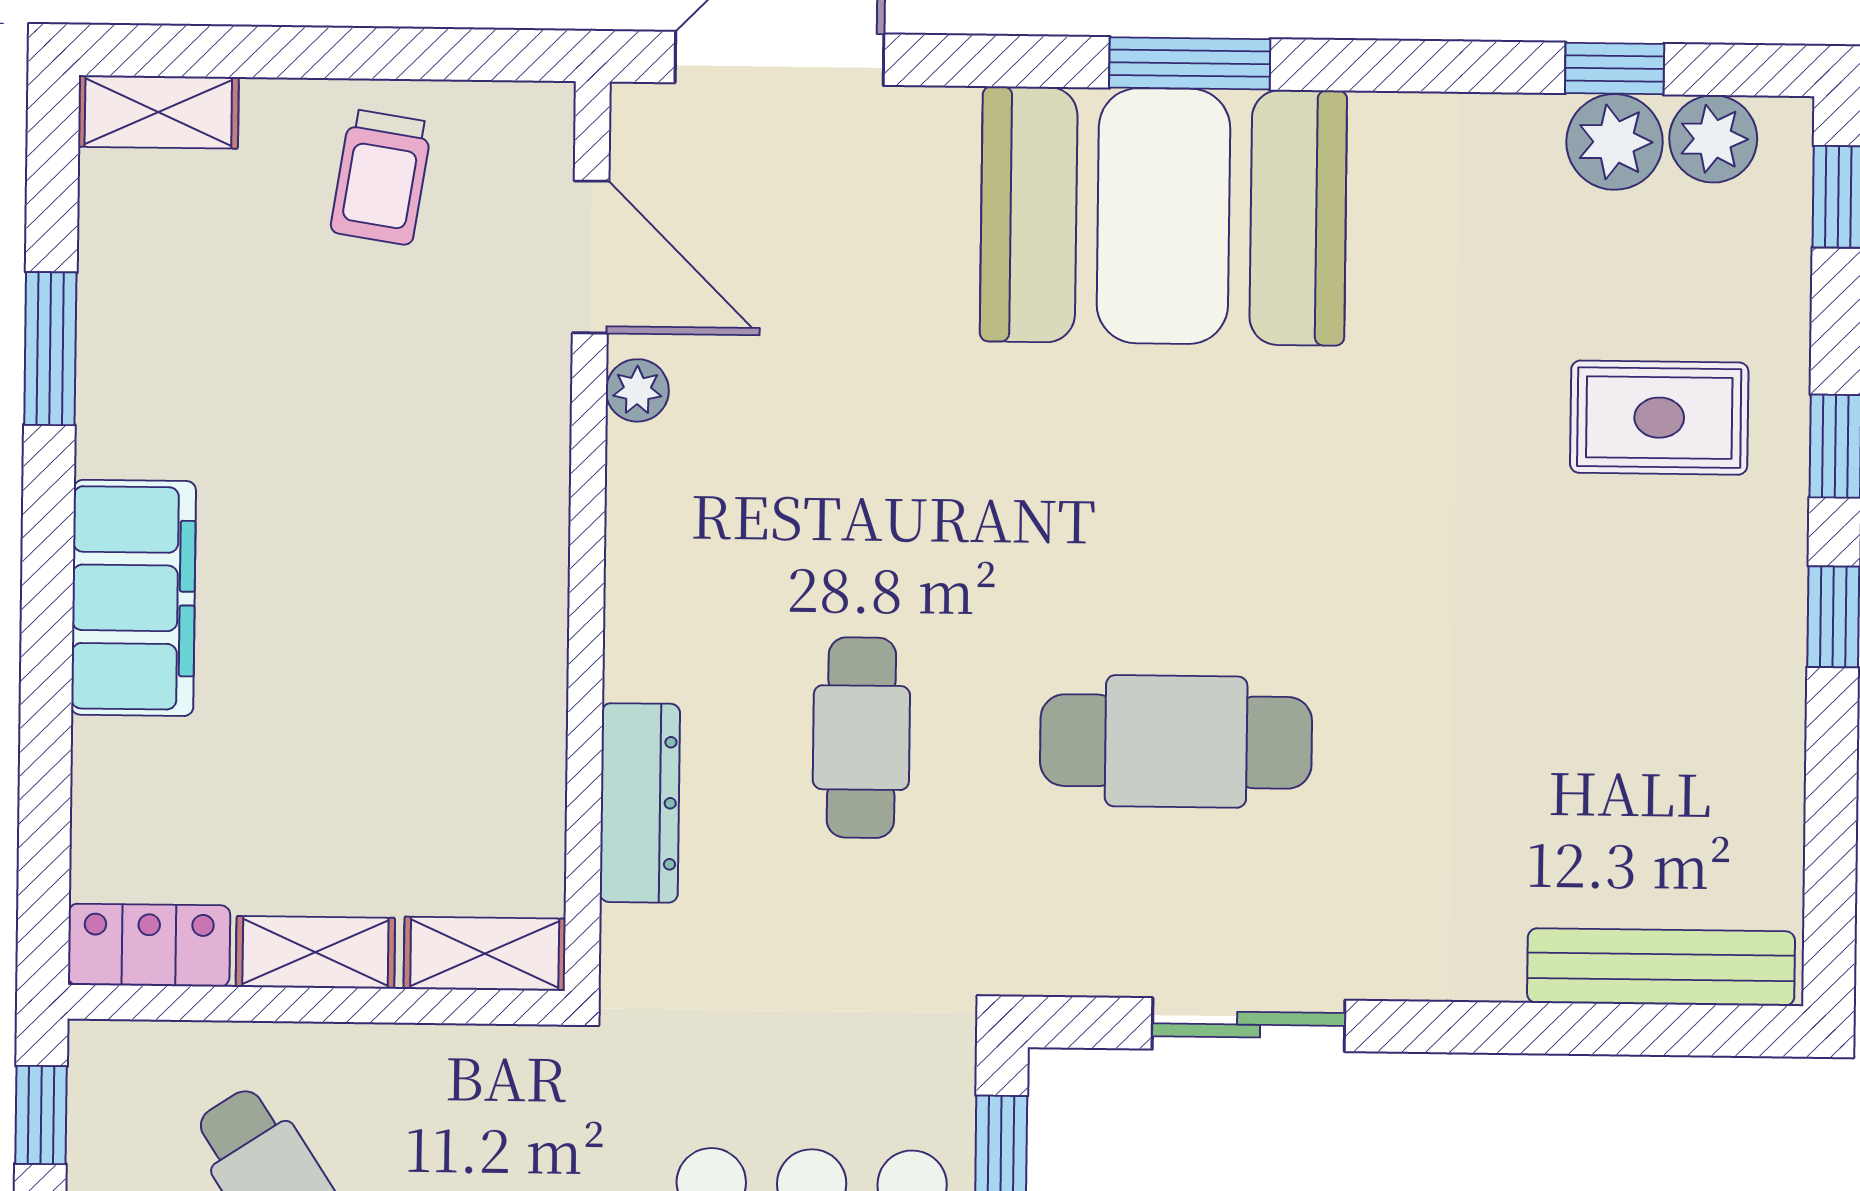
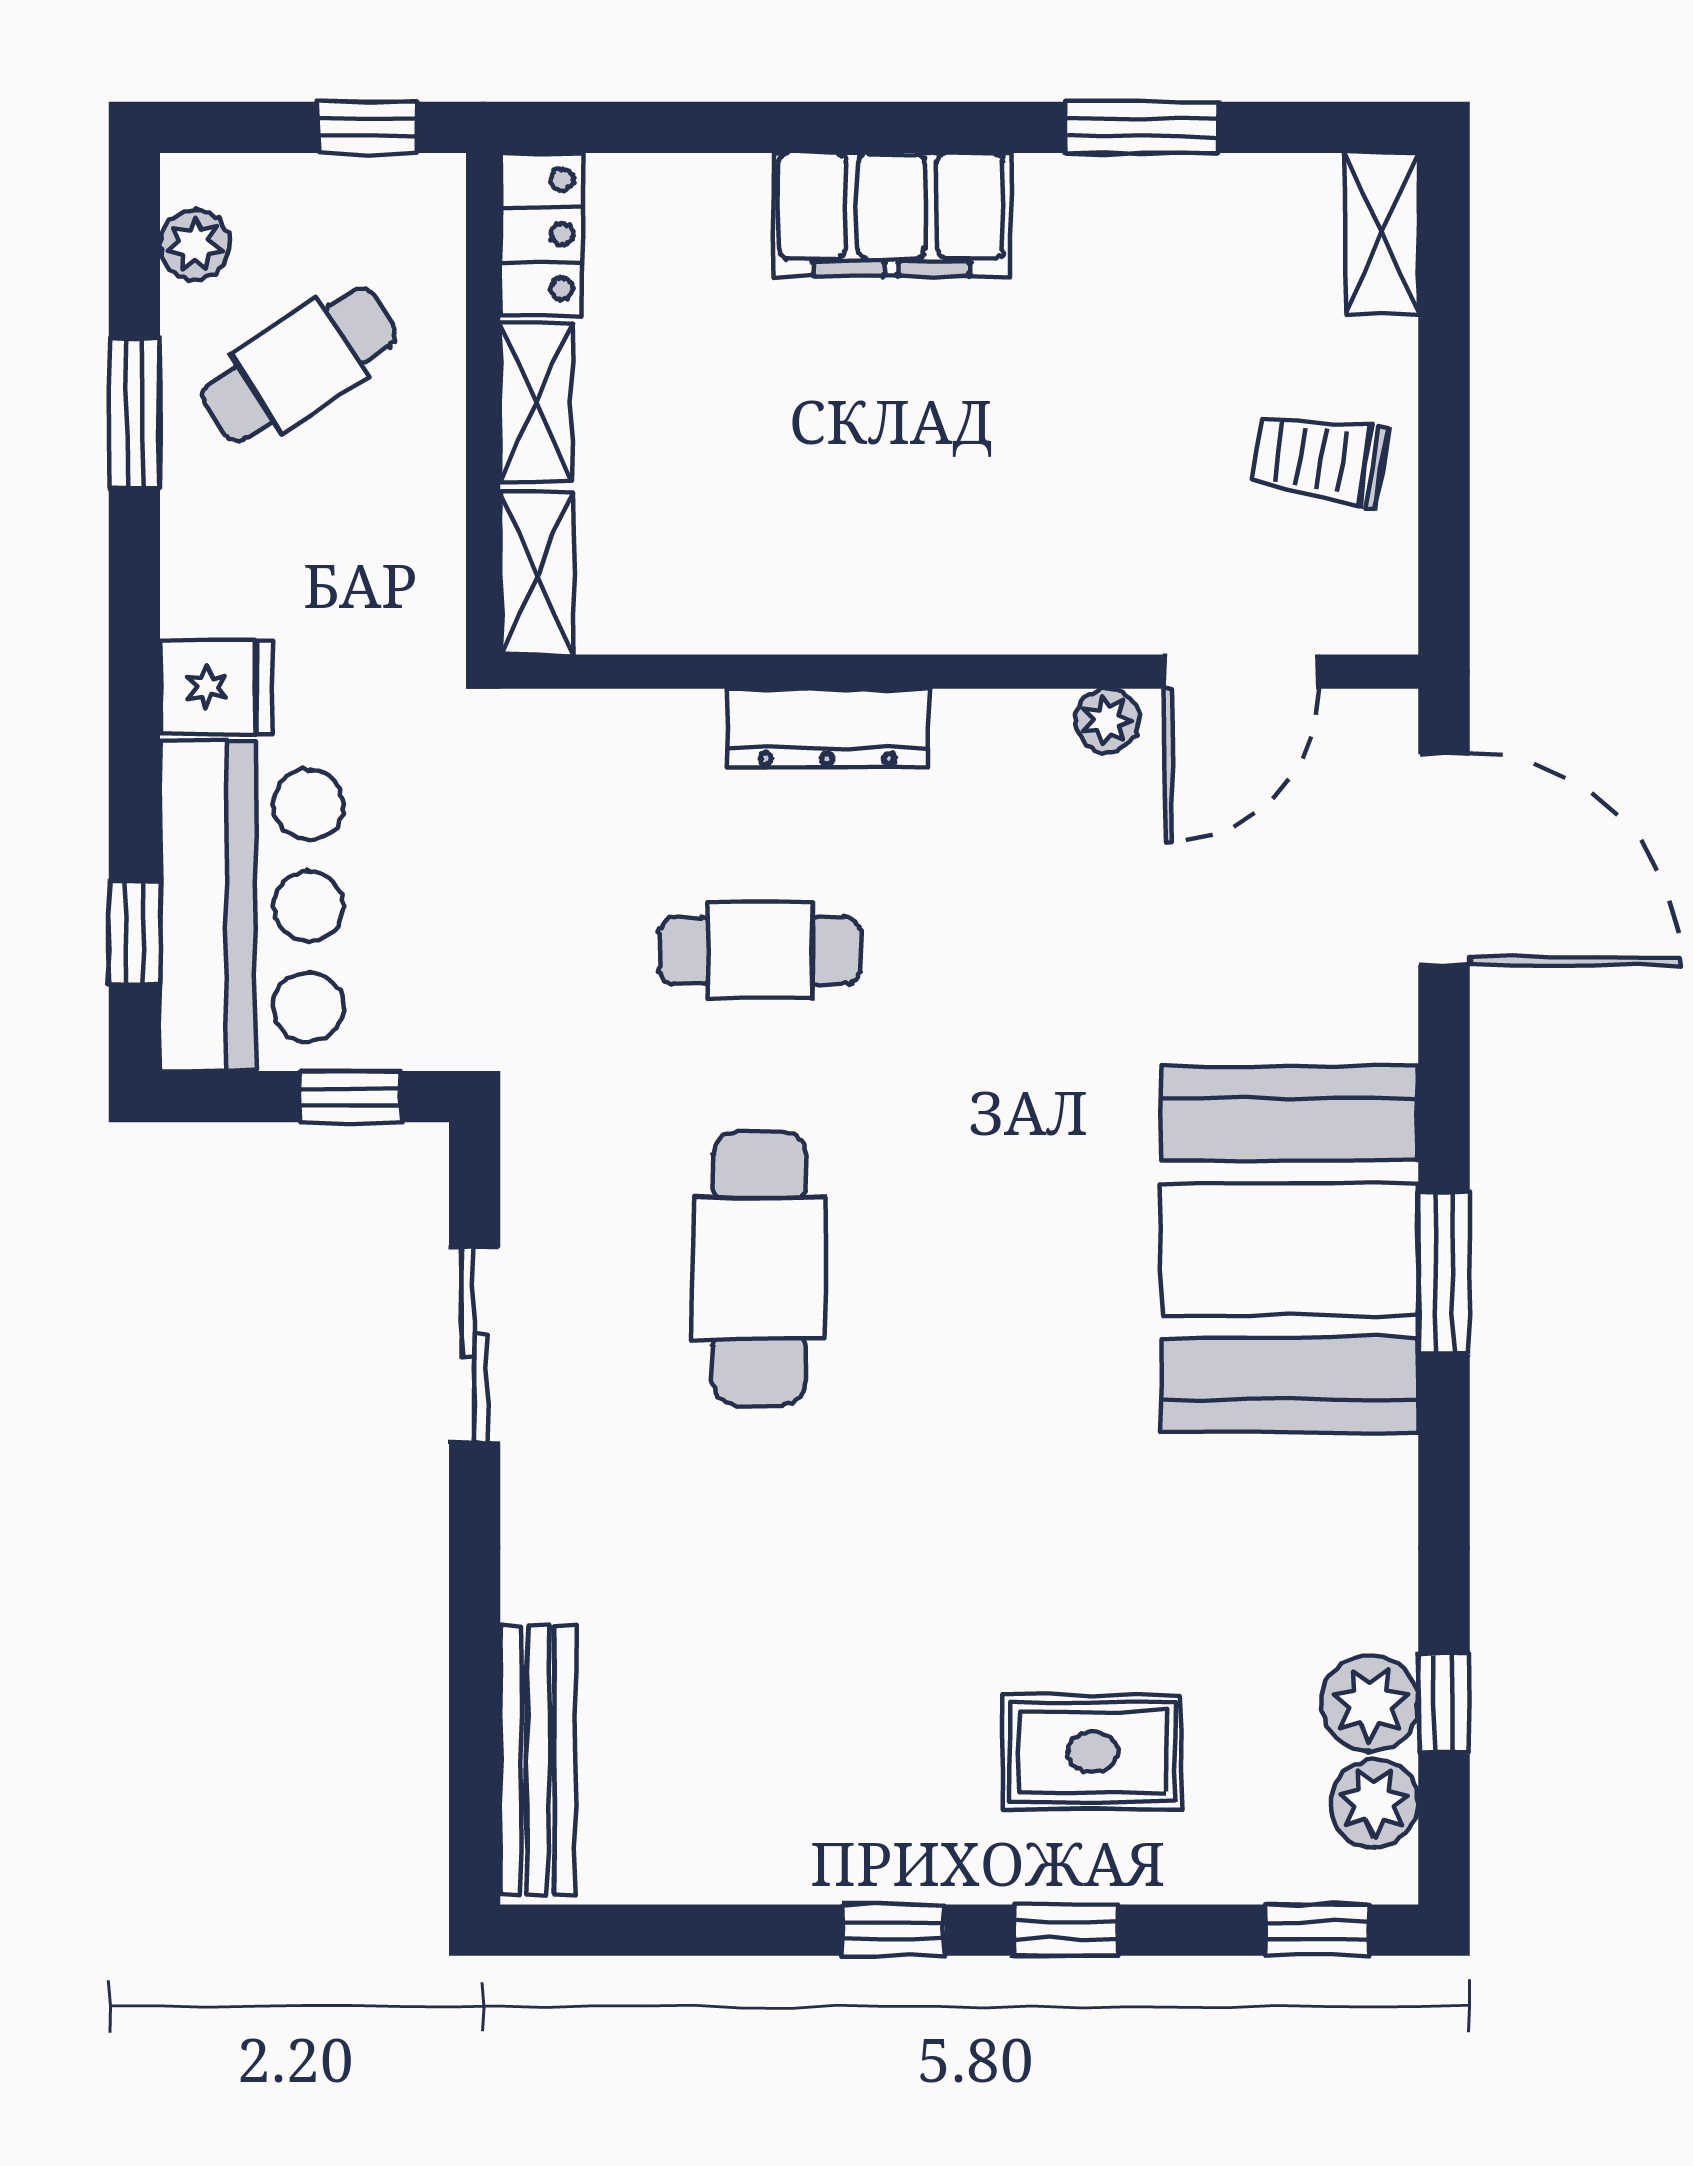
rug: (1659, 418) -> (1092, 1752), turned 90
dresser: (640, 803) -> (827, 728), moved

